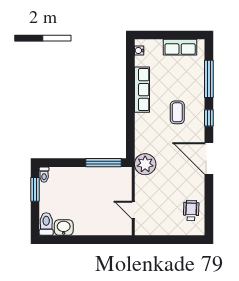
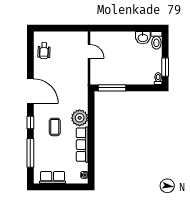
plant: (145, 164) -> (80, 118), moved

